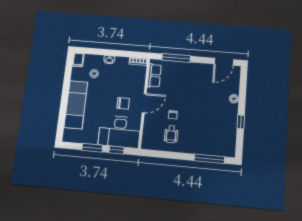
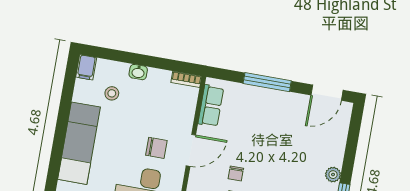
window: (176, 58) -> (267, 82), moved
plant: (234, 99) -> (333, 175), moved

